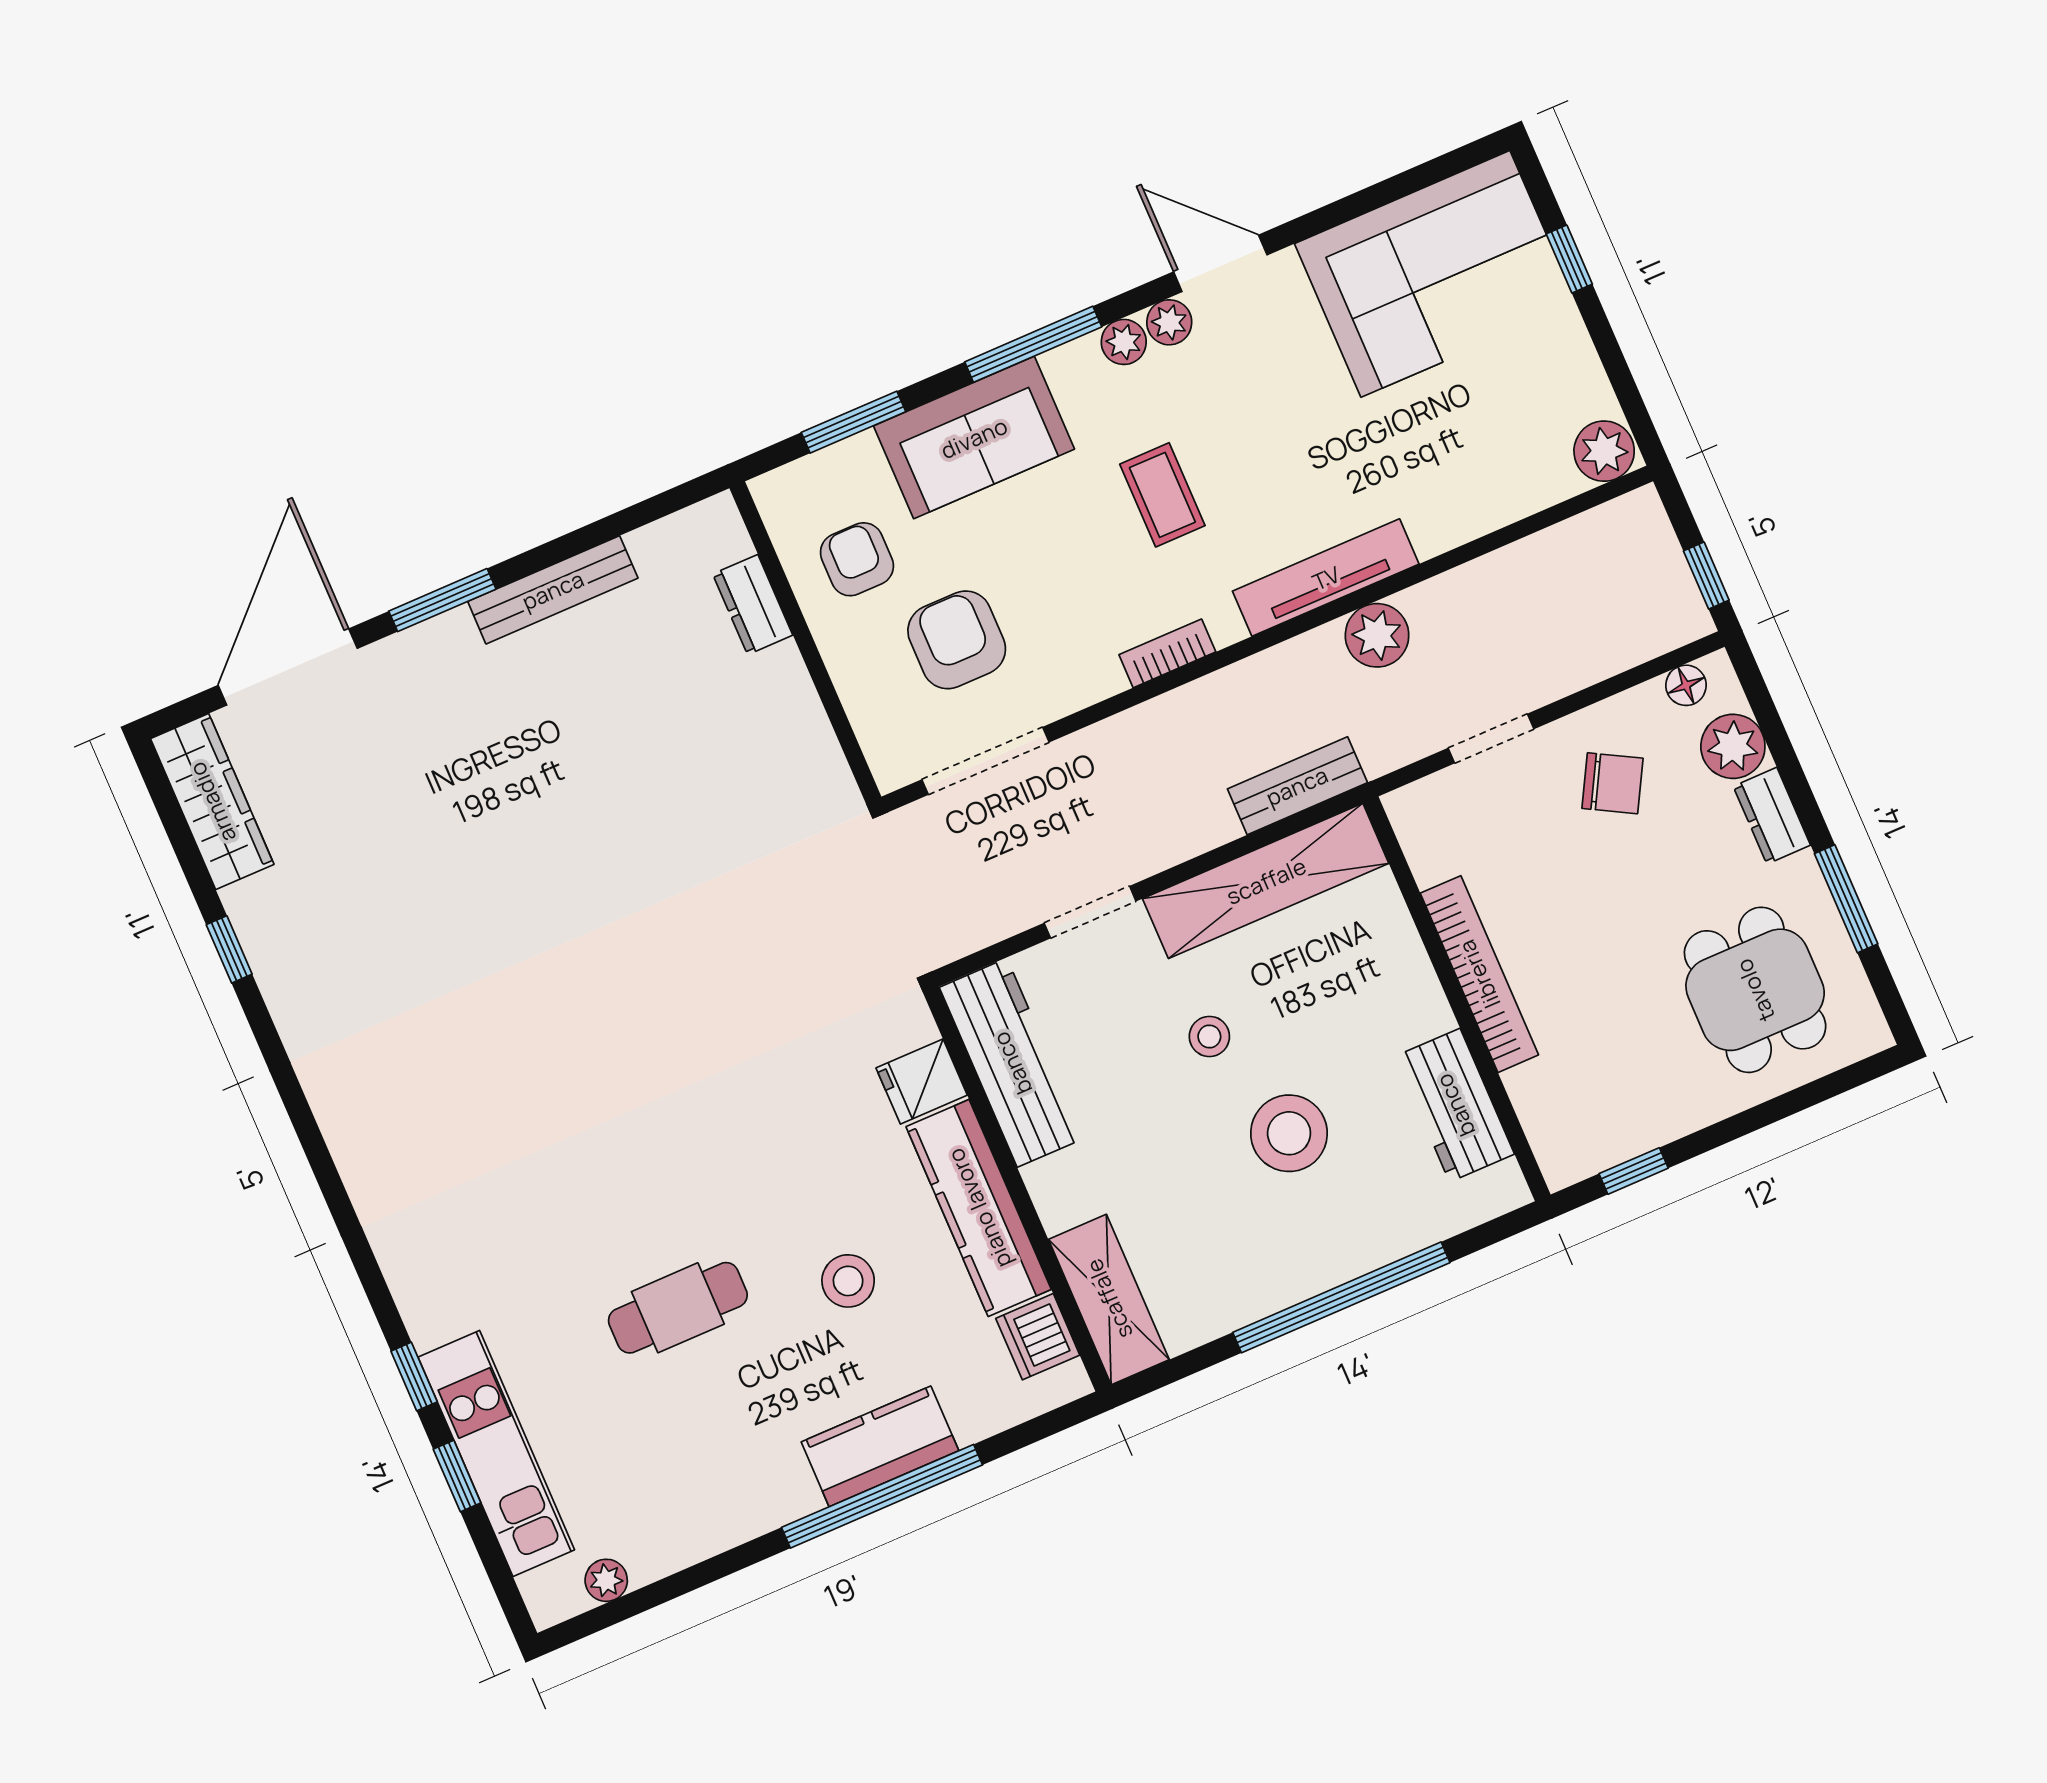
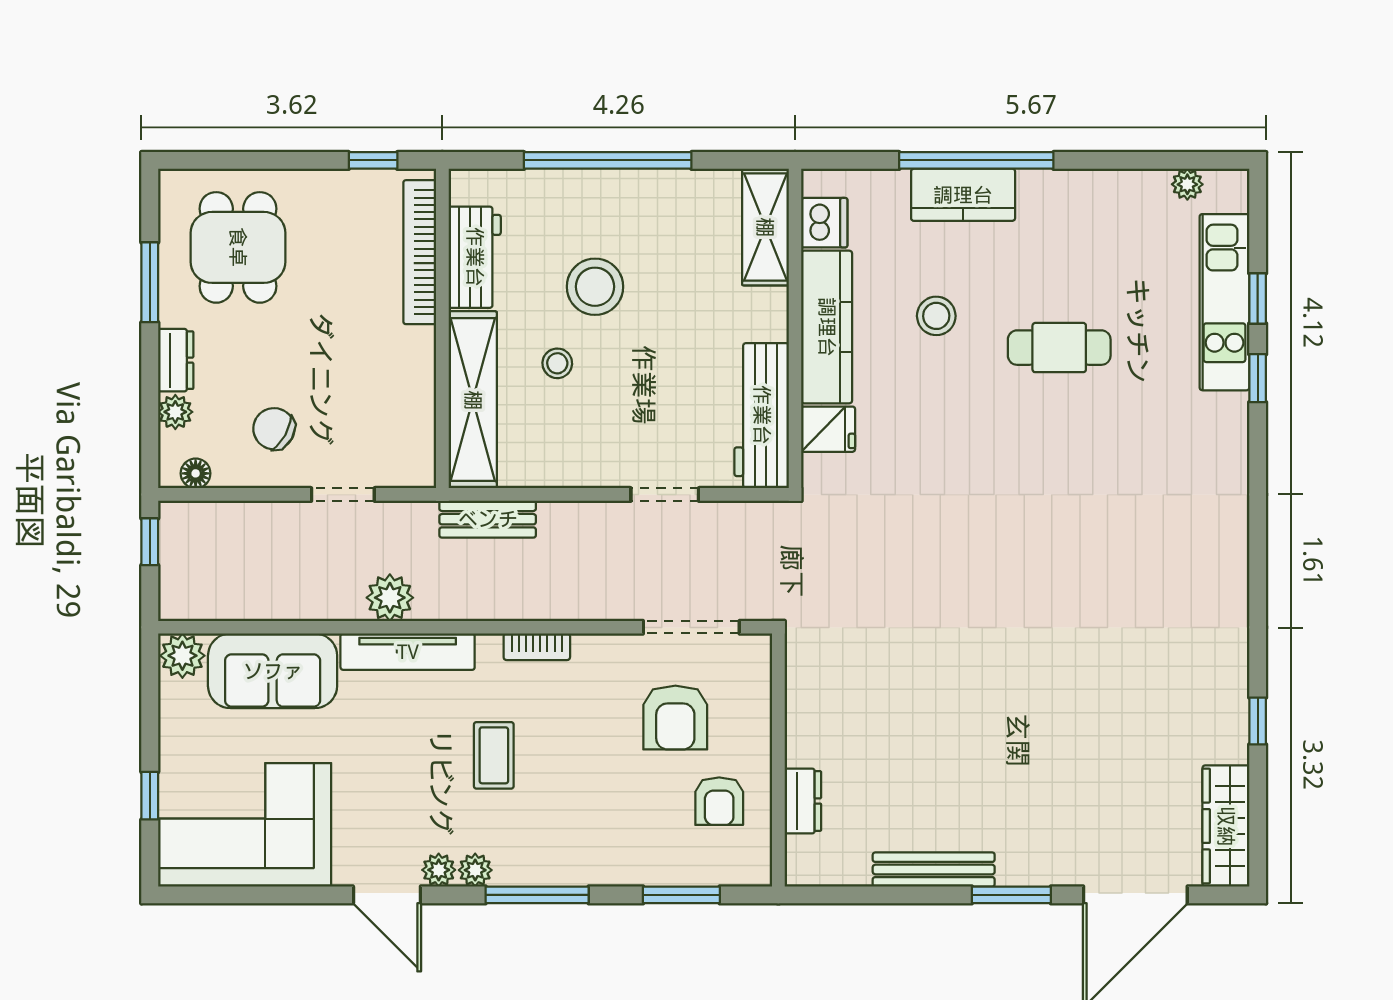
sofa: (974, 438) -> (273, 671), moved, turned 180
plant: (1733, 746) -> (175, 412), width x0.73, depth x0.73
shelving: (1266, 881) -> (473, 400), moved, turned 90
bookcase: (1479, 974) -> (420, 252), moved
stool: (1209, 1036) -> (557, 363), moved

